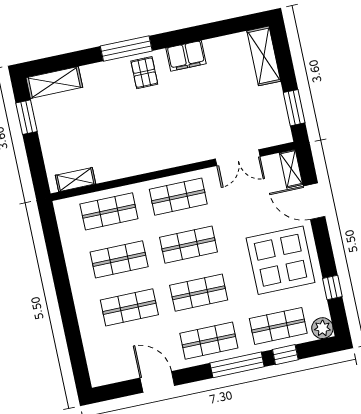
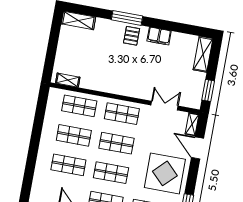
window: (27, 117) -> (55, 34), removed
double door: (238, 158) -> (165, 106), swing flipped

